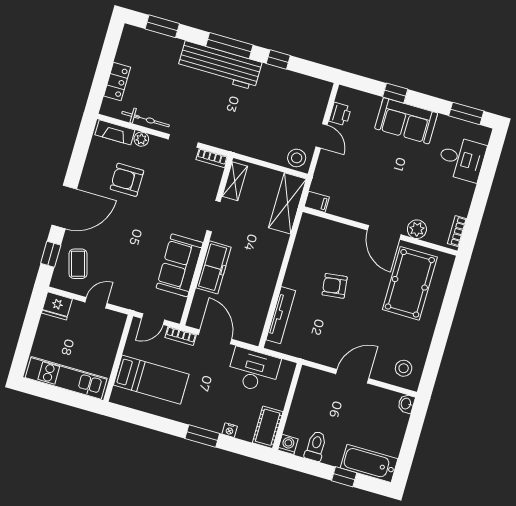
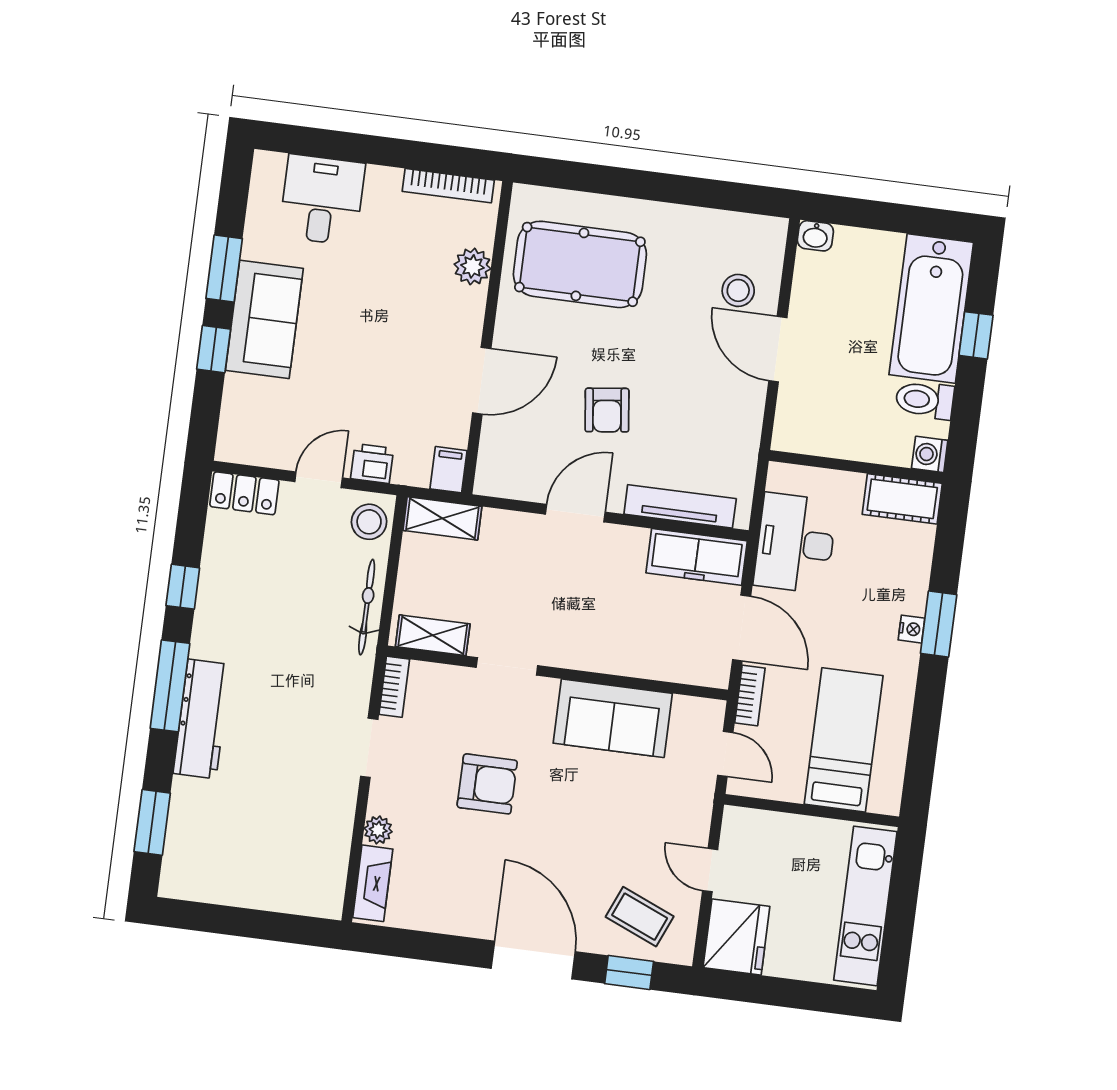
workbench: (220, 65) -> (202, 719), width x0.73, depth x0.76
locker: (117, 82) -> (244, 493), moved, turned 180
window: (466, 113) -> (224, 268), moved
printer: (340, 114) -> (372, 463), moved
bicycle: (146, 119) -> (367, 607), moved
armchair: (127, 180) -> (487, 784), moved, turned -90
shelving: (287, 203) -> (442, 518), width x0.67, depth x0.75
bookcase: (457, 231) -> (448, 186), width x1.56
door: (384, 232) -> (482, 381), moved
door: (285, 262) -> (575, 513), added
coffee table: (78, 264) -> (640, 917), turned 39
freezer: (214, 267) -> (697, 557), moved, turned 180
fridge: (57, 306) -> (736, 937), width x1.36, depth x1.34
door: (215, 337) -> (742, 628), swing flipped
stool: (404, 368) -> (738, 290), moved
nightstand: (230, 430) -> (911, 629), moved
bathtub: (369, 463) -> (931, 308), width x1.36, depth x1.36

